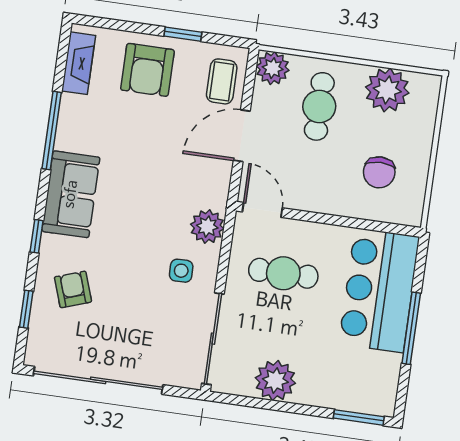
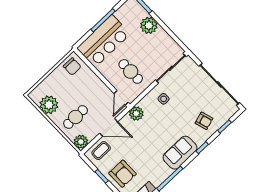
armchair: (147, 70) -> (123, 174), turned 90
chair: (379, 172) -> (72, 66), moved, turned 90
plant: (207, 227) -> (136, 114), moved
armchair: (73, 289) -> (204, 121), turned -88
plant: (275, 380) -> (149, 25), moved

